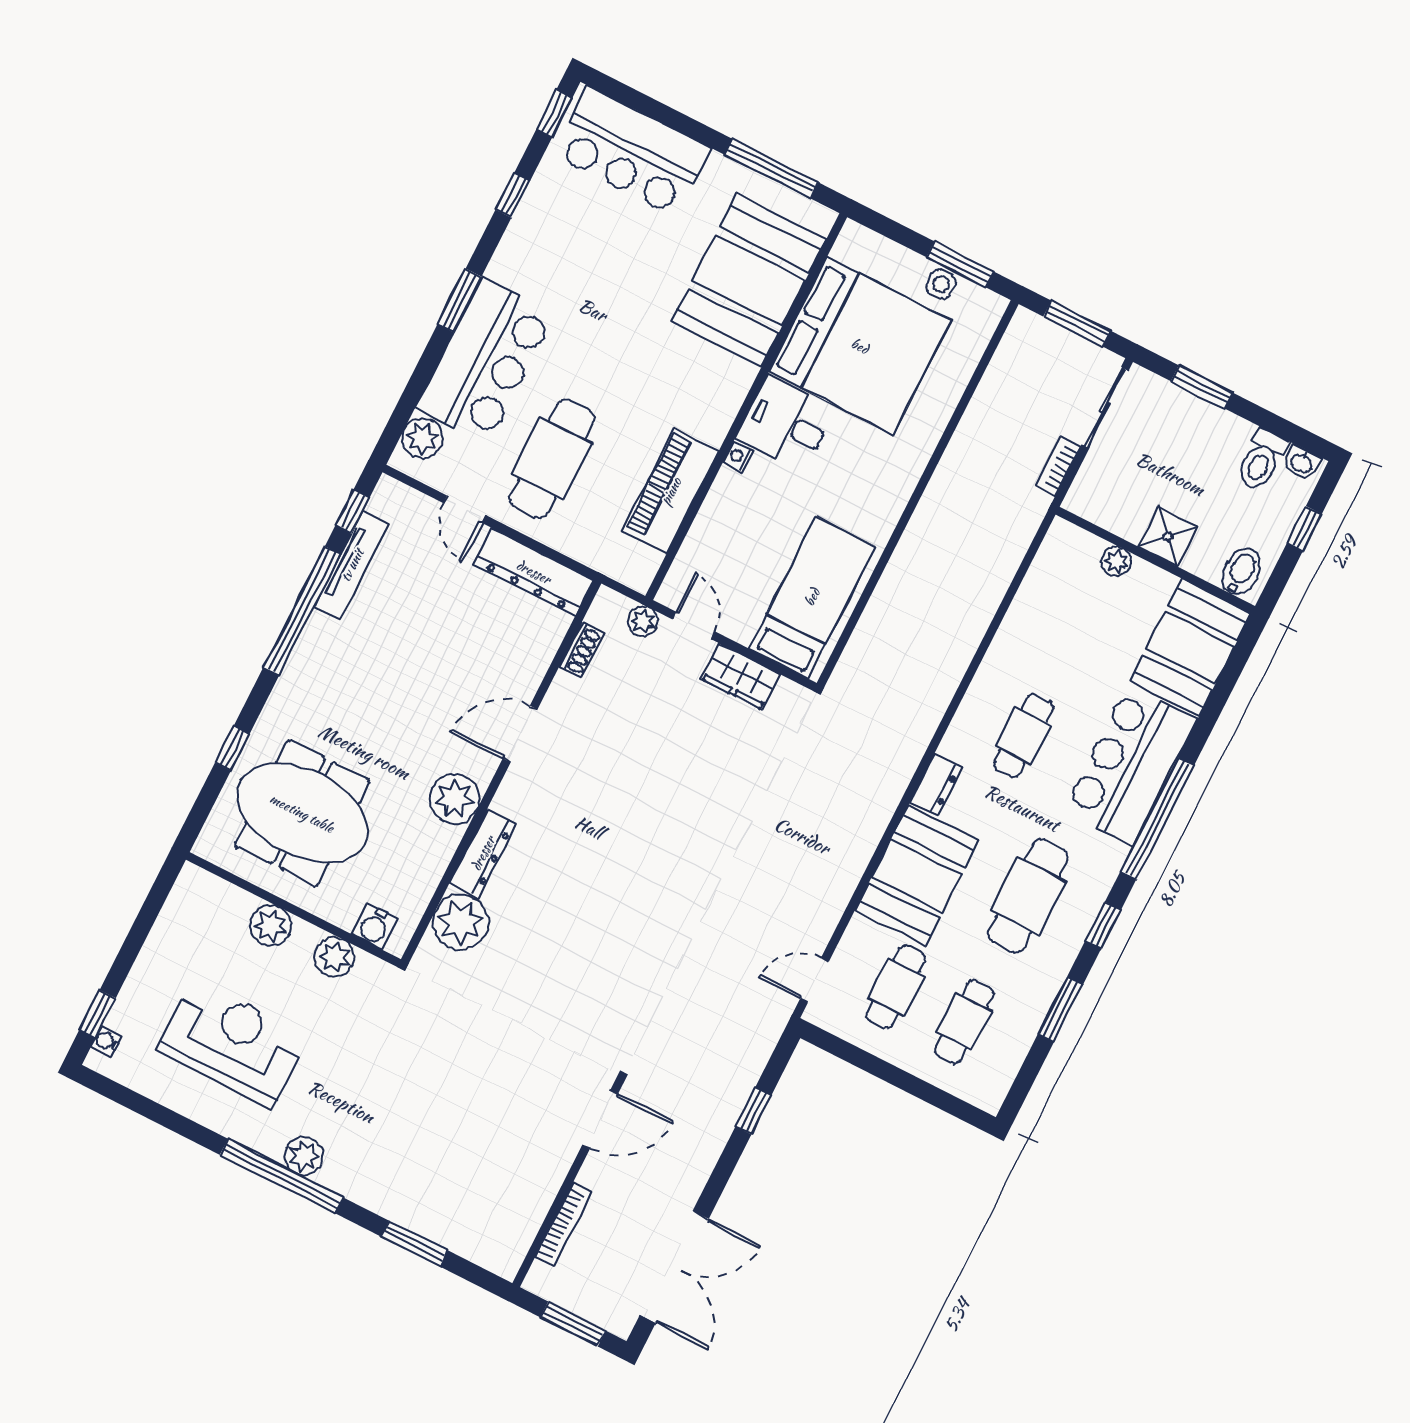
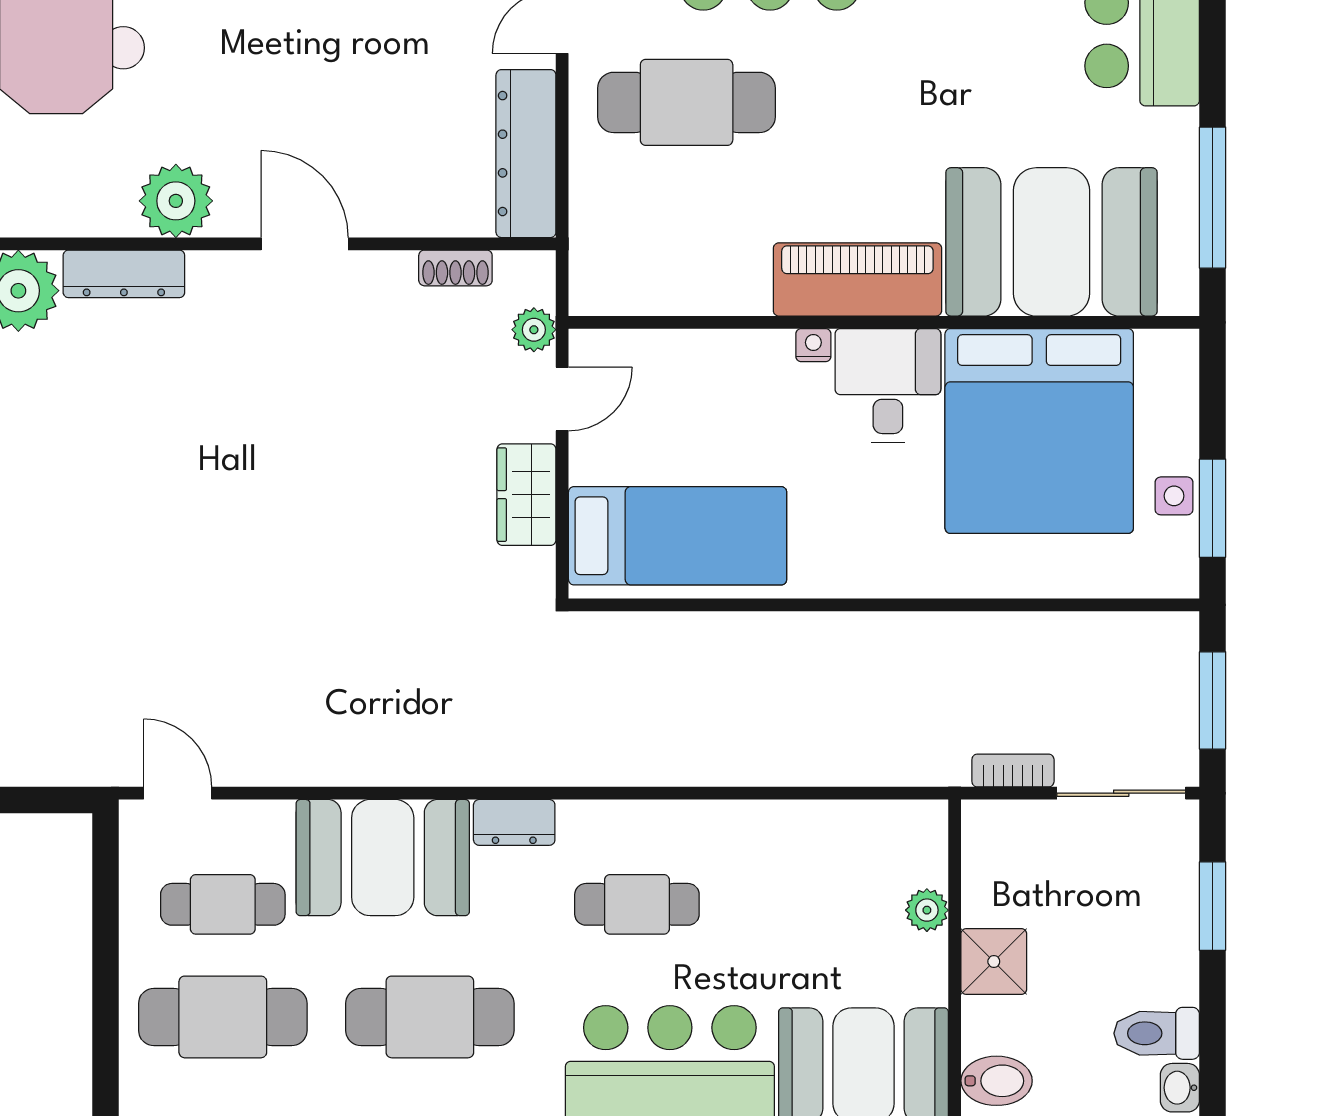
piano: (671, 491) -> (857, 279), moved
cafe table: (964, 1022) -> (223, 1017), width x1.37, depth x1.35

